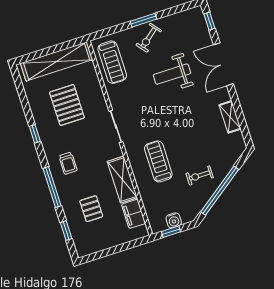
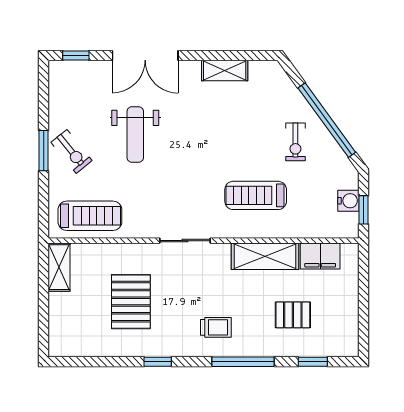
shelving: (57, 61) -> (59, 267), width x0.45, depth x0.75
pallet: (67, 105) -> (131, 302), turned 90

